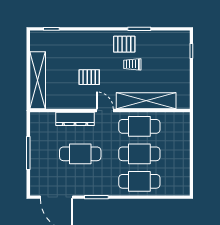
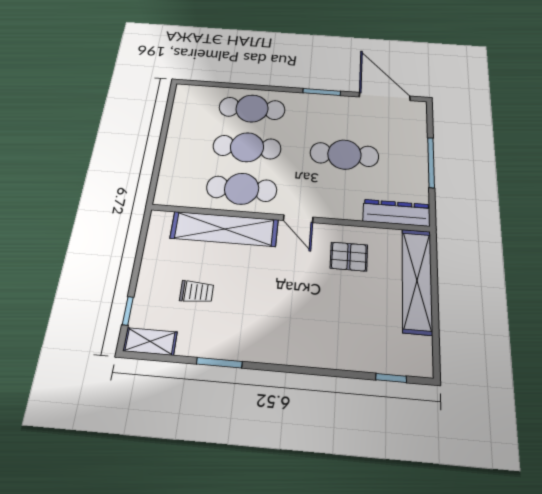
shelving: (177, 36) -> (150, 341), added
pallet: (124, 44) -> (252, 335), removed
trolley: (132, 64) -> (197, 292), moved
pallet: (89, 77) -> (349, 257), moved
dresser: (75, 119) -> (396, 213), moved

